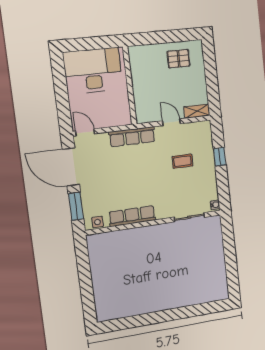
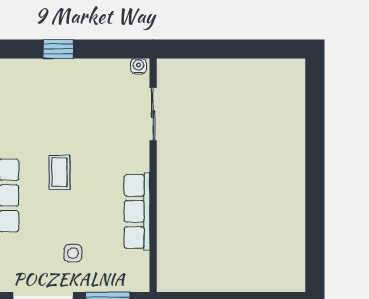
coffee table: (182, 161) -> (60, 172), moved
side table: (98, 222) -> (73, 253), moved

